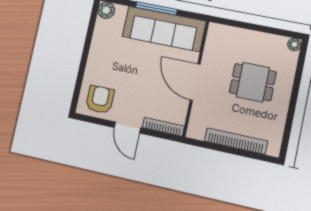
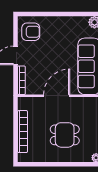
dining table: (253, 82) -> (65, 135), turned 90

